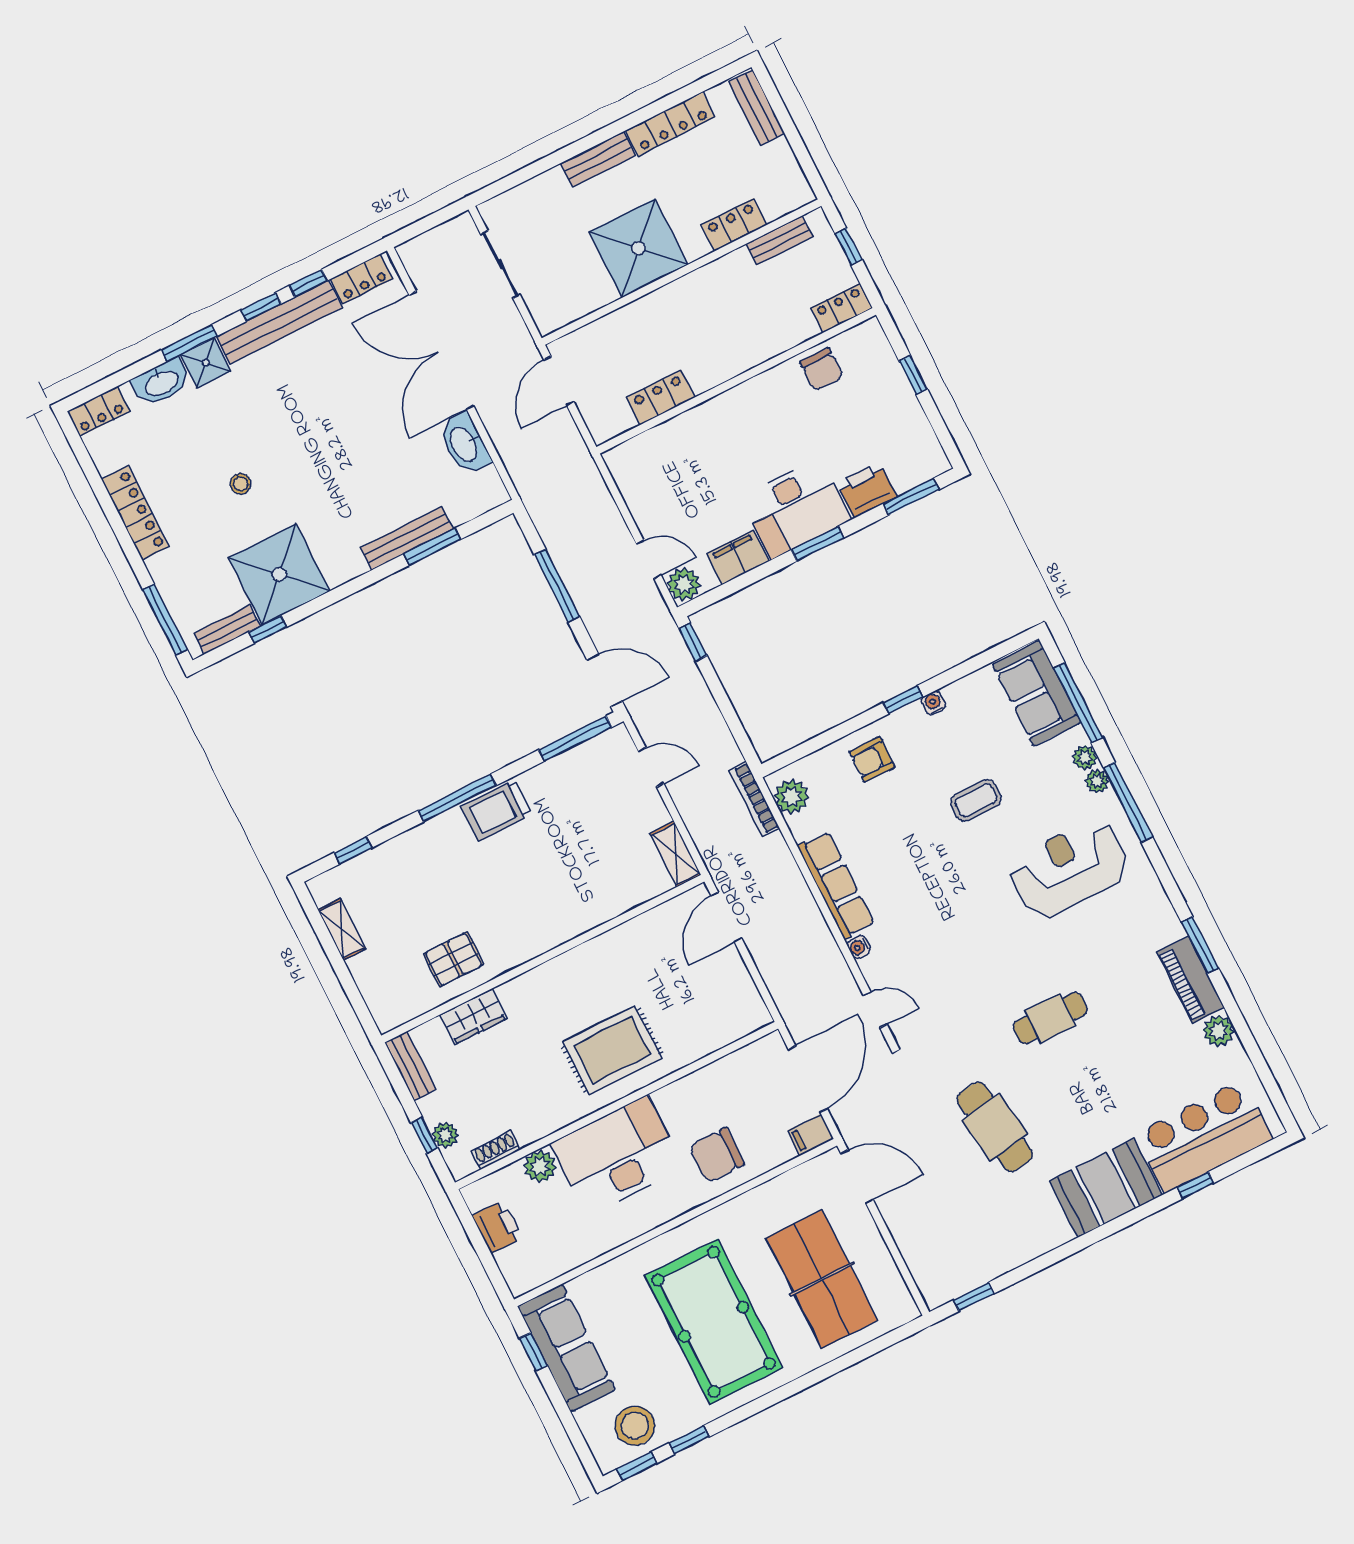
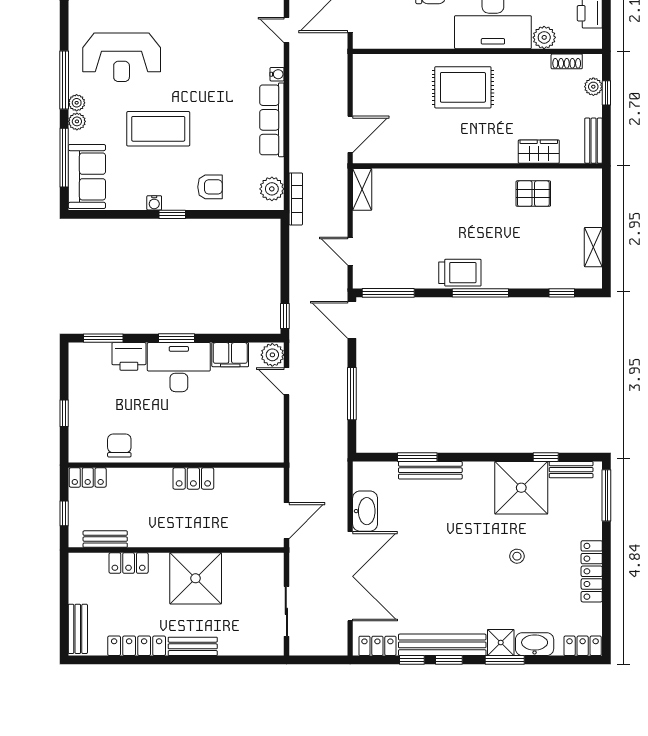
locker: (661, 397) -> (193, 478), moved
coffee table: (976, 800) -> (158, 129), width x1.86, depth x1.72

